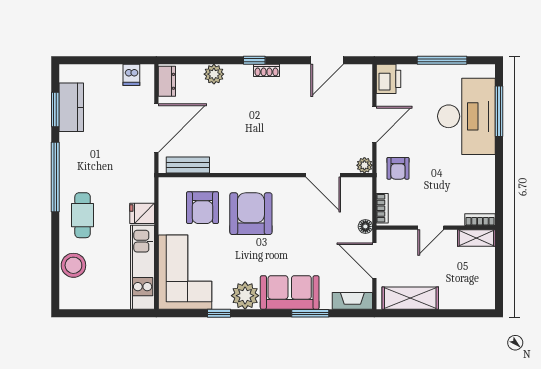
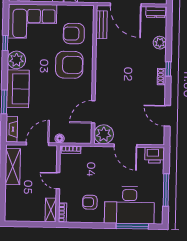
plant: (364, 165) -> (104, 134), width x1.87, depth x1.87
armchair: (398, 168) -> (90, 202), moved

